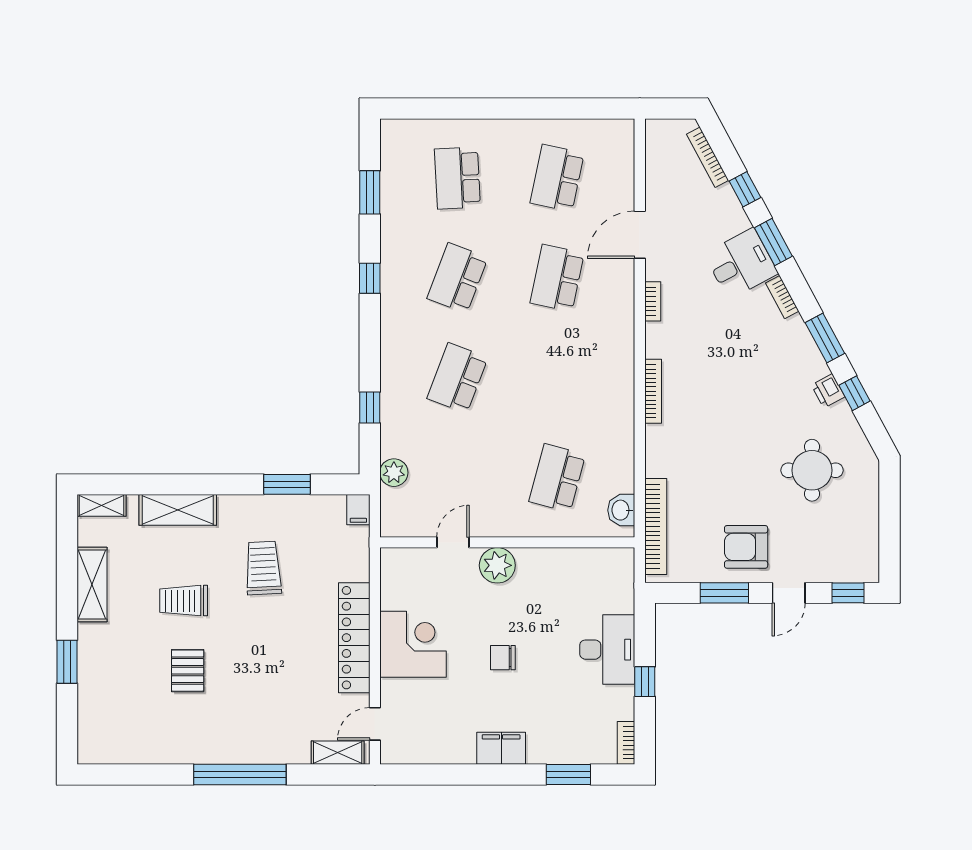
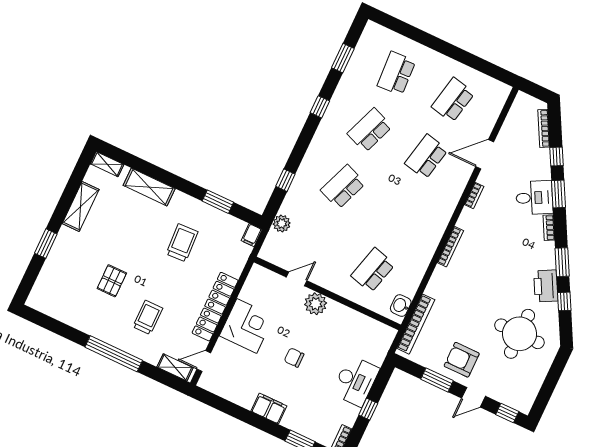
printer: (828, 391) -> (546, 286), width x1.87, depth x1.48
round table: (812, 470) -> (519, 334), width x1.36, depth x1.36
trolley: (184, 601) -> (148, 317), moved, turned 90

